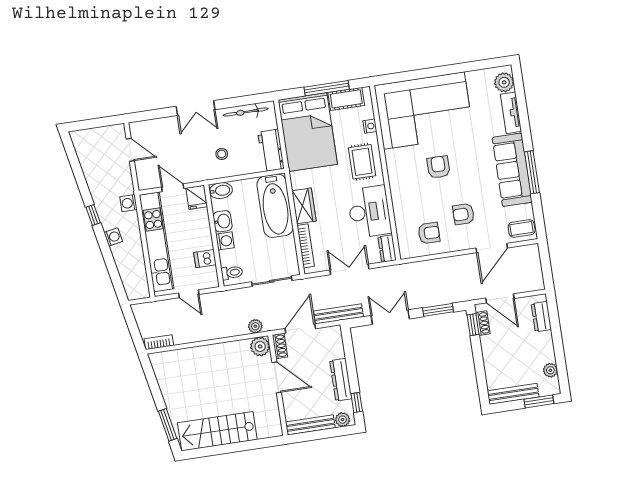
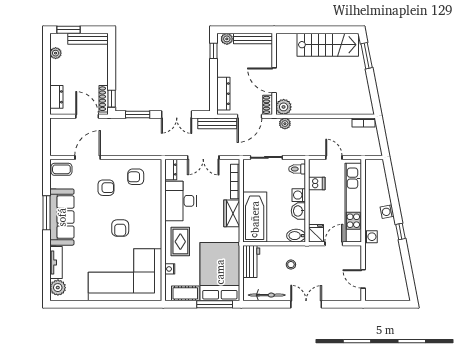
window: (327, 88) -> (215, 304), moved
door: (173, 188) -> (334, 244), swing flipped
shoe rack: (483, 323) -> (104, 99), width x1.43
dresser: (341, 380) -> (223, 94), moved

